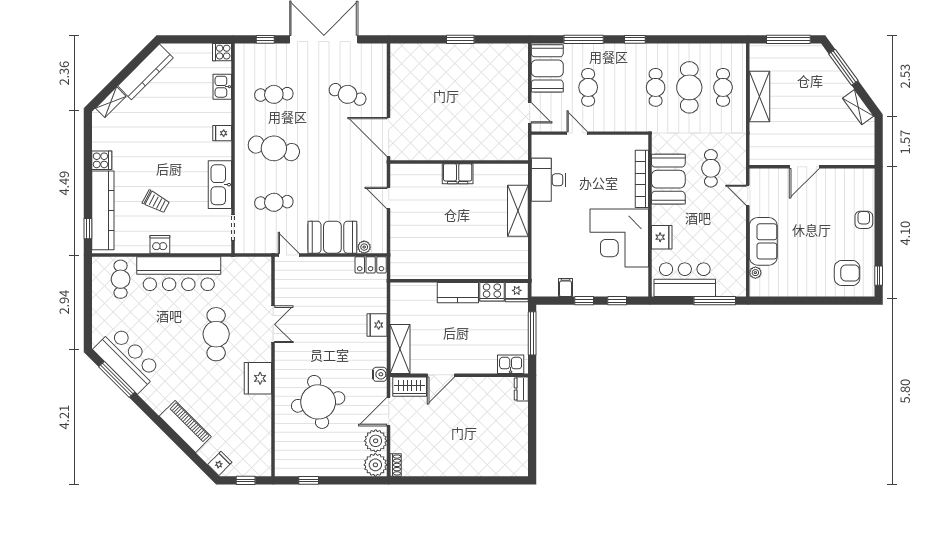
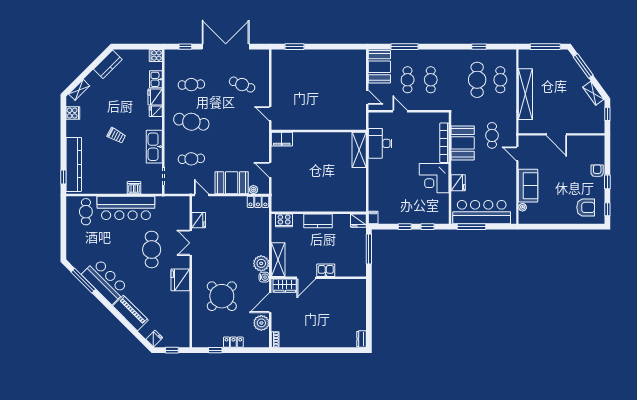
window: (460, 39) -> (294, 47), moved
window: (635, 39) -> (479, 47), moved
kitchen counter: (145, 72) -> (108, 64), width x0.67
cafe table: (656, 87) -> (431, 80), moved
shelving: (760, 97) -> (525, 94), width x1.47
fridge: (221, 112) -> (155, 97), added
door: (389, 137) -> (270, 114), width x0.53
window: (879, 137) -> (607, 114), added
cooker: (102, 160) -> (73, 113), moved
door: (804, 167) -> (556, 134), hinge flipped
filing cabinet: (458, 174) -> (282, 139), moved
door: (389, 198) -> (270, 170), moved
trolley: (156, 202) -> (116, 135), moved
shelving: (518, 211) -> (359, 150), moved
window: (879, 236) -> (607, 182), added
corner desk: (619, 238) -> (434, 178), width x0.74, depth x0.74
dishwasher: (160, 244) -> (134, 188), moved
bar counter: (685, 280) -> (482, 212), width x1.36
filing cabinet: (566, 288) -> (373, 217), moved
cooker: (492, 292) -> (284, 220), moved
window: (715, 301) -> (472, 227), moved
double door: (273, 324) -> (191, 243), swing flipped
fridge: (377, 325) -> (199, 220), moved, turned 180
bar counter: (127, 359) -> (105, 281), moved
kitchen sink: (511, 364) -> (326, 270), moved
dresser: (521, 389) -> (362, 339), moved
round table: (318, 402) -> (222, 296), turned -34
plant: (375, 465) -> (261, 263), moved
locker: (335, 469) -> (233, 342), added

